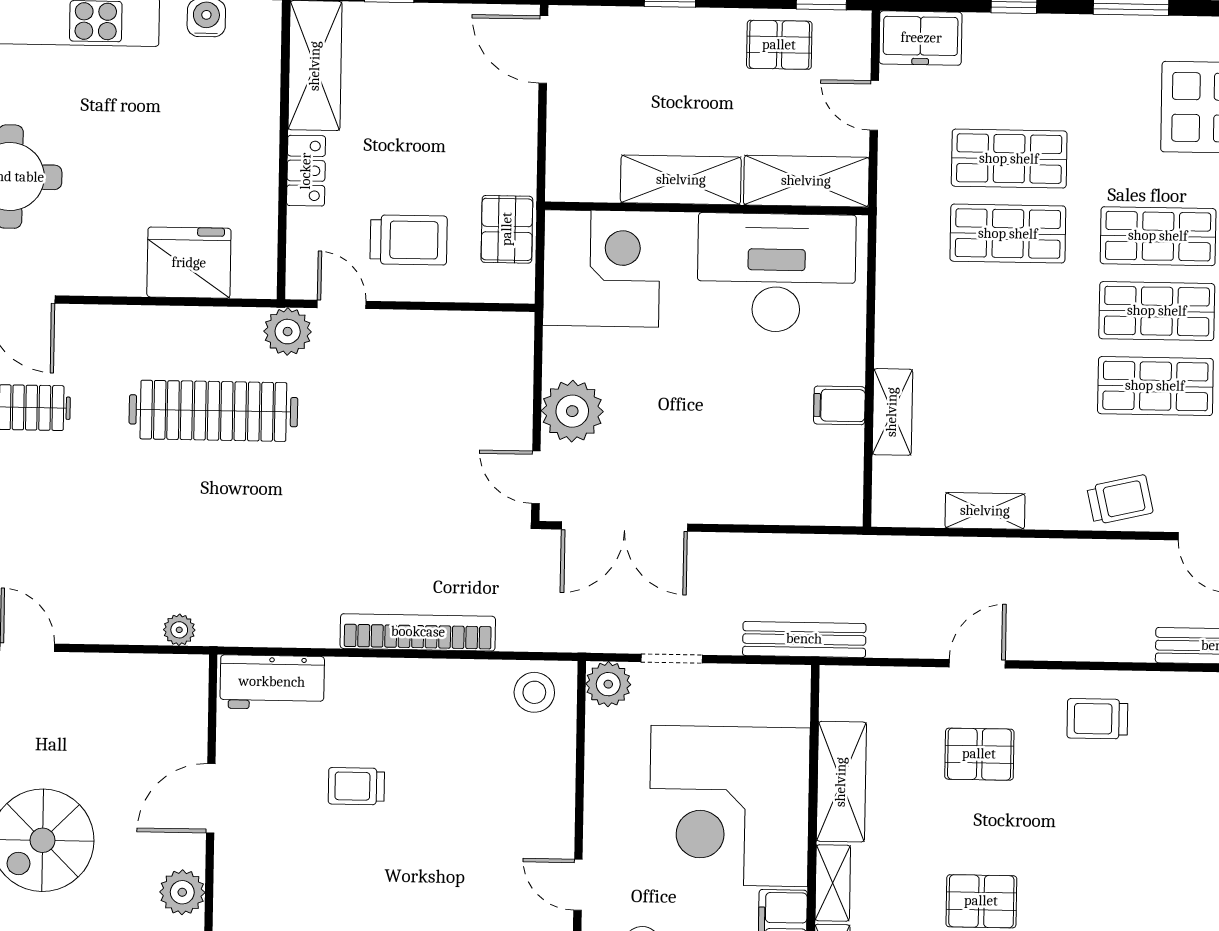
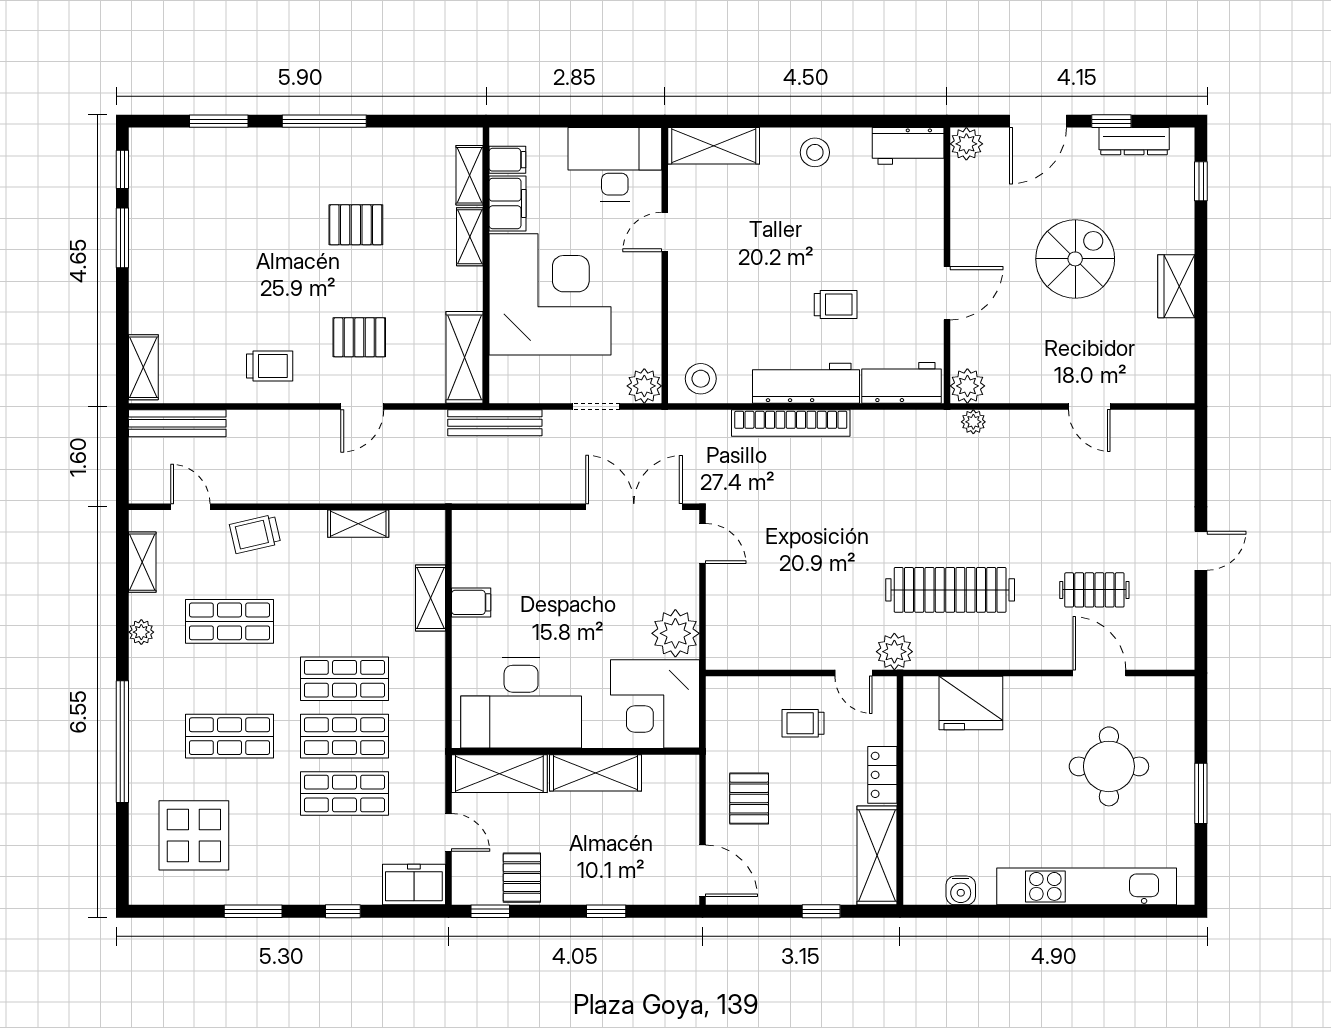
pallet: (779, 45) -> (522, 878), turned 90
pallet: (507, 229) -> (749, 798), moved
trolley: (409, 240) -> (803, 723), width x0.73, depth x0.72
shop shelf: (1157, 311) -> (344, 679), moved
plant: (572, 411) -> (675, 633), moved
workbench: (397, 684) -> (806, 383), added
shelving: (841, 782) -> (465, 357), moved
door: (578, 885) -> (665, 232), swing flipped
plant: (182, 892) -> (967, 386), moved

